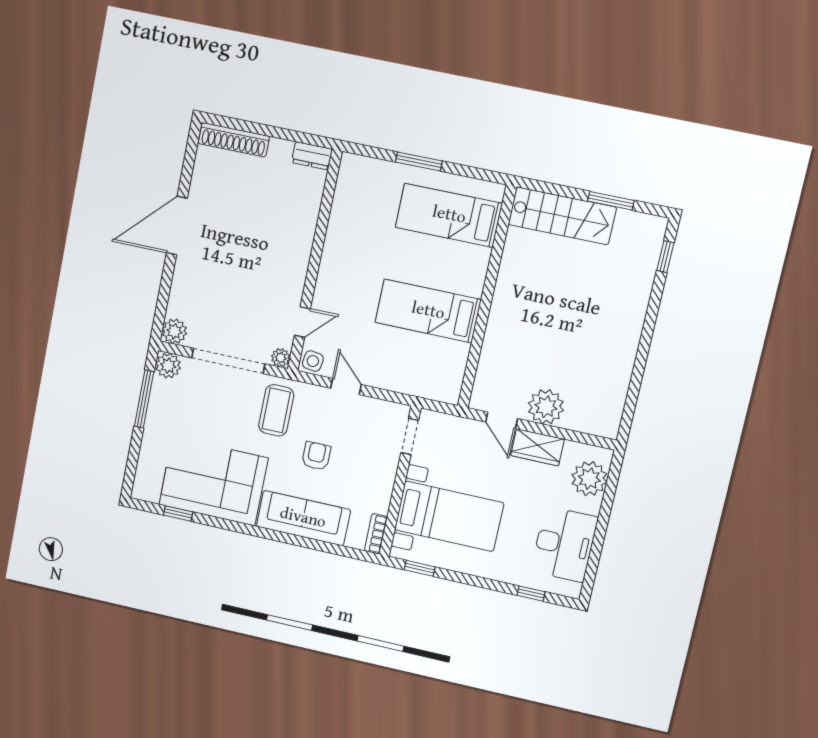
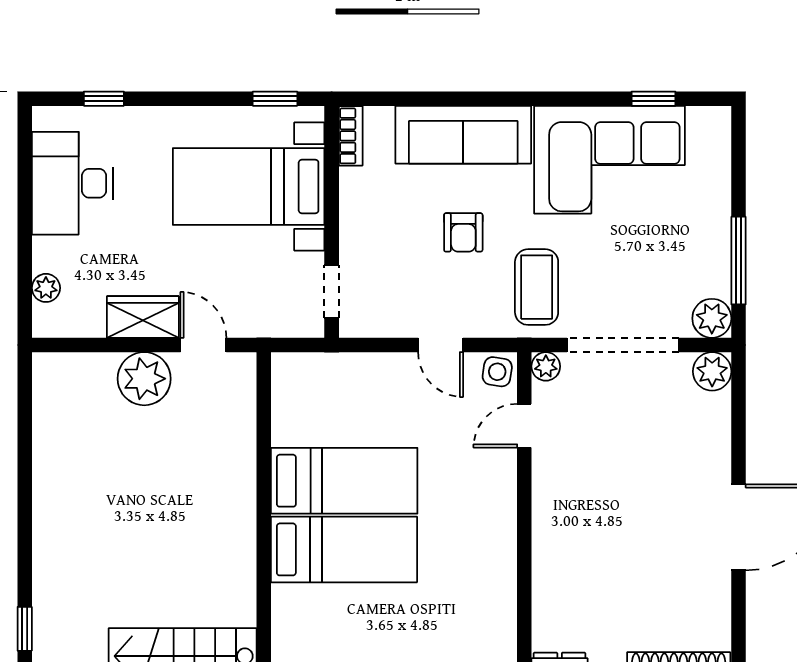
bed: (449, 215) -> (344, 549), moved
plant: (589, 479) -> (46, 288), width x0.53, depth x0.53

